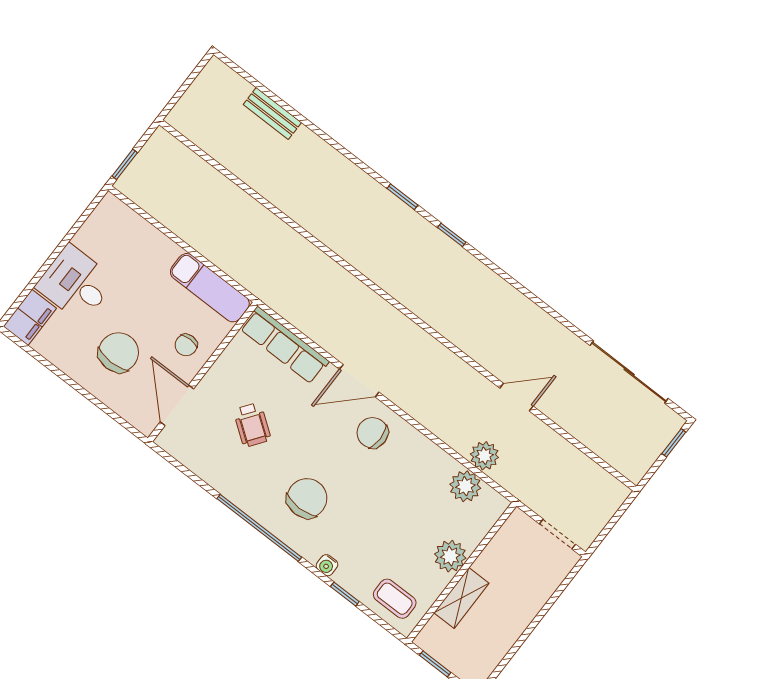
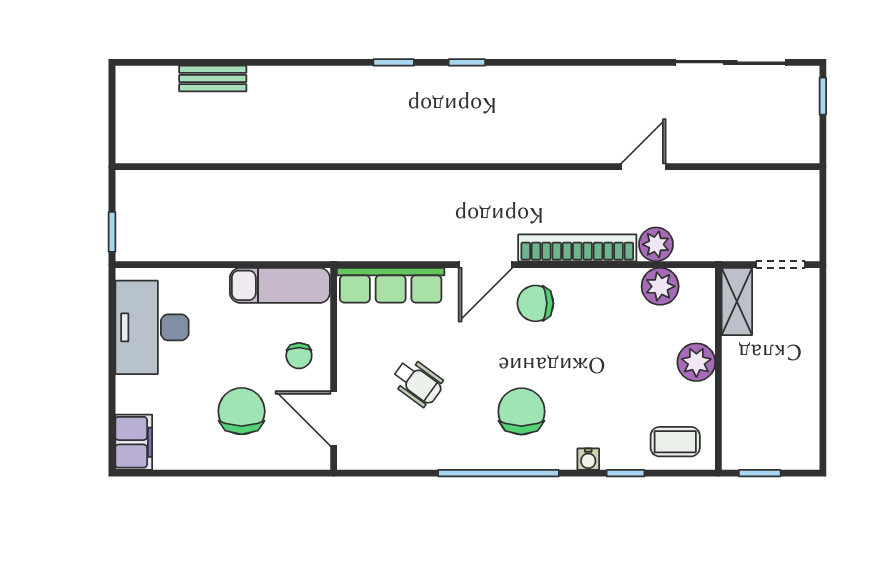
desk: (76, 283) -> (152, 327), moved, width x1.37
bookcase: (430, 417) -> (577, 248), added
shelving: (461, 598) -> (737, 301), moved

